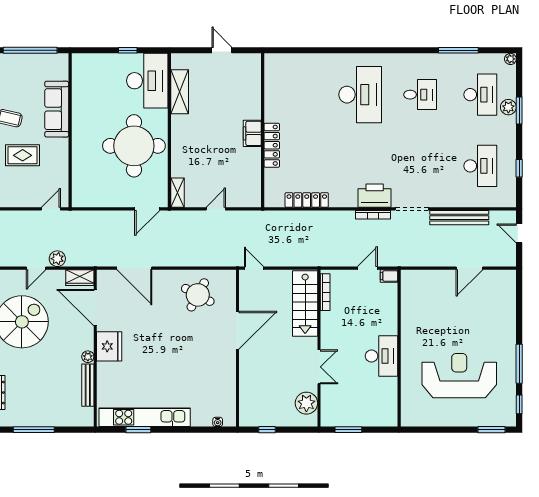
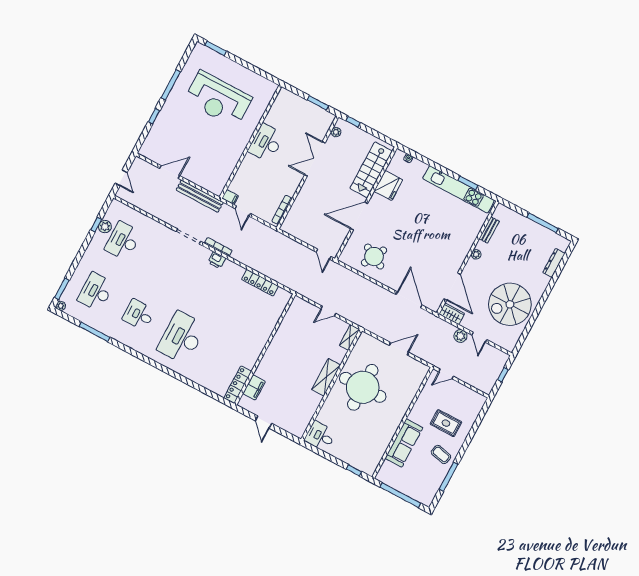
window: (128, 50) -> (354, 470), moved
desk: (147, 81) -> (320, 436), width x0.53, depth x0.77
shelving: (180, 92) -> (326, 377), moved
plant: (508, 107) -> (105, 227), moved
window: (519, 111) -> (62, 289), moved
filing cabinet: (252, 133) -> (254, 387), moved
locker: (272, 145) -> (238, 385), moved
printer: (375, 196) -> (217, 260), width x0.53, depth x0.68
door: (147, 209) -> (399, 349), moved
bench: (459, 218) -> (200, 196), moved
door: (36, 268) -> (479, 337), swing flipped
door: (367, 268) -> (243, 211), hinge flipped
stairs: (305, 303) -> (371, 170), moved, turned 180
fridge: (109, 346) -> (388, 185), moved, turned 180
double door: (319, 367) -> (315, 159), width x1.37
bench: (88, 385) -> (489, 230), width x0.73
plant: (306, 403) -> (336, 132), width x0.53, depth x0.53
window: (519, 404) -> (154, 116), moved
window: (267, 430) -> (353, 122), moved

